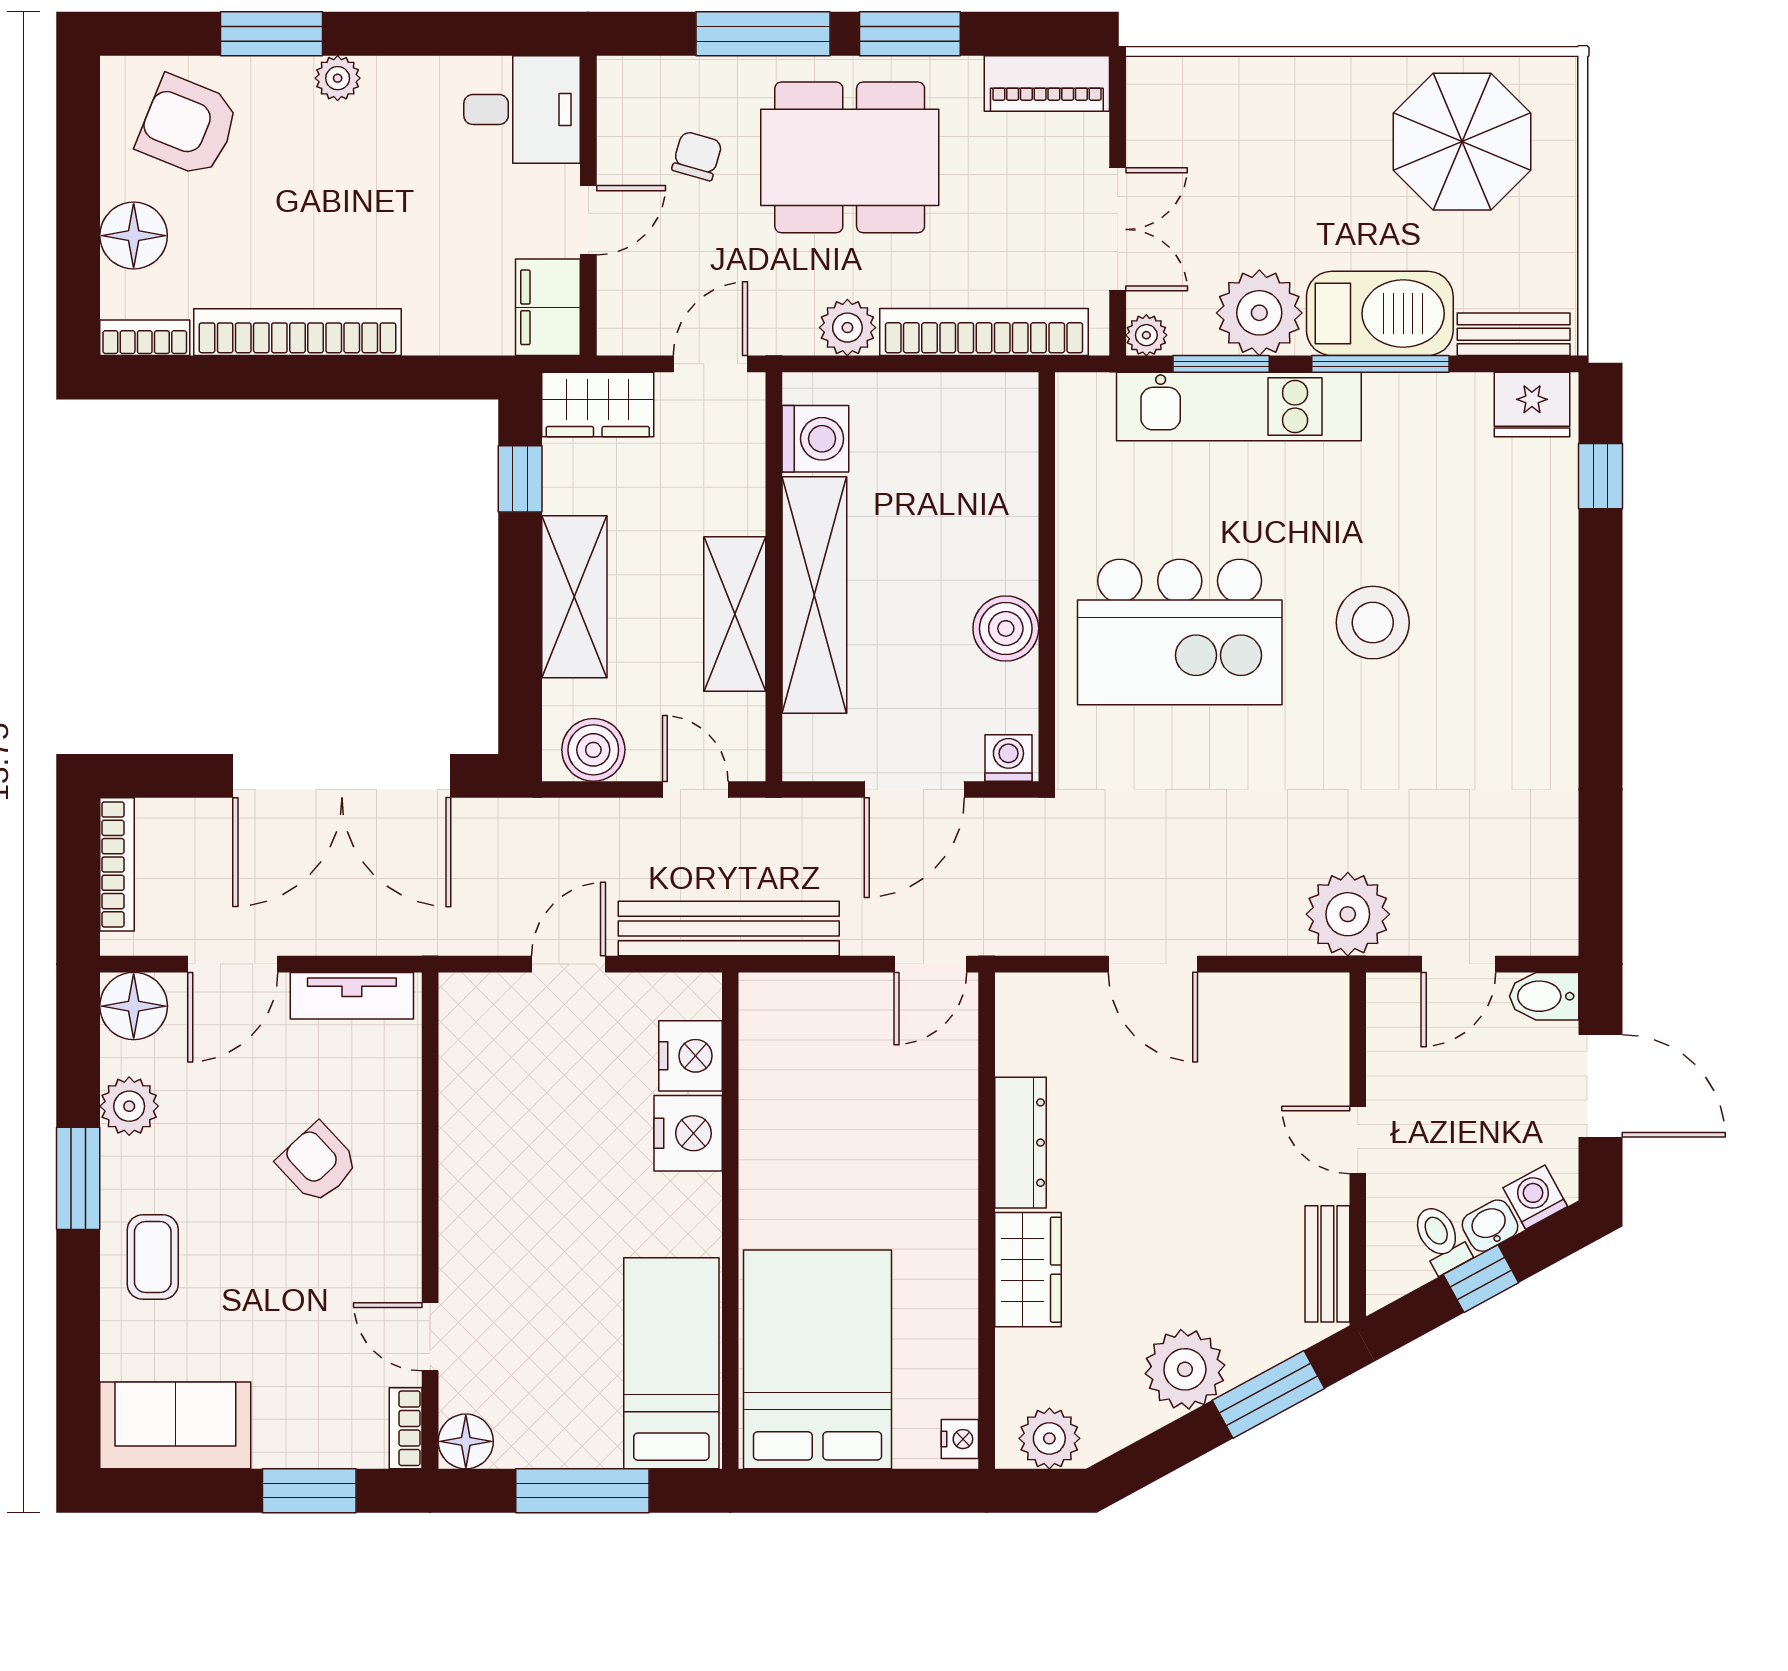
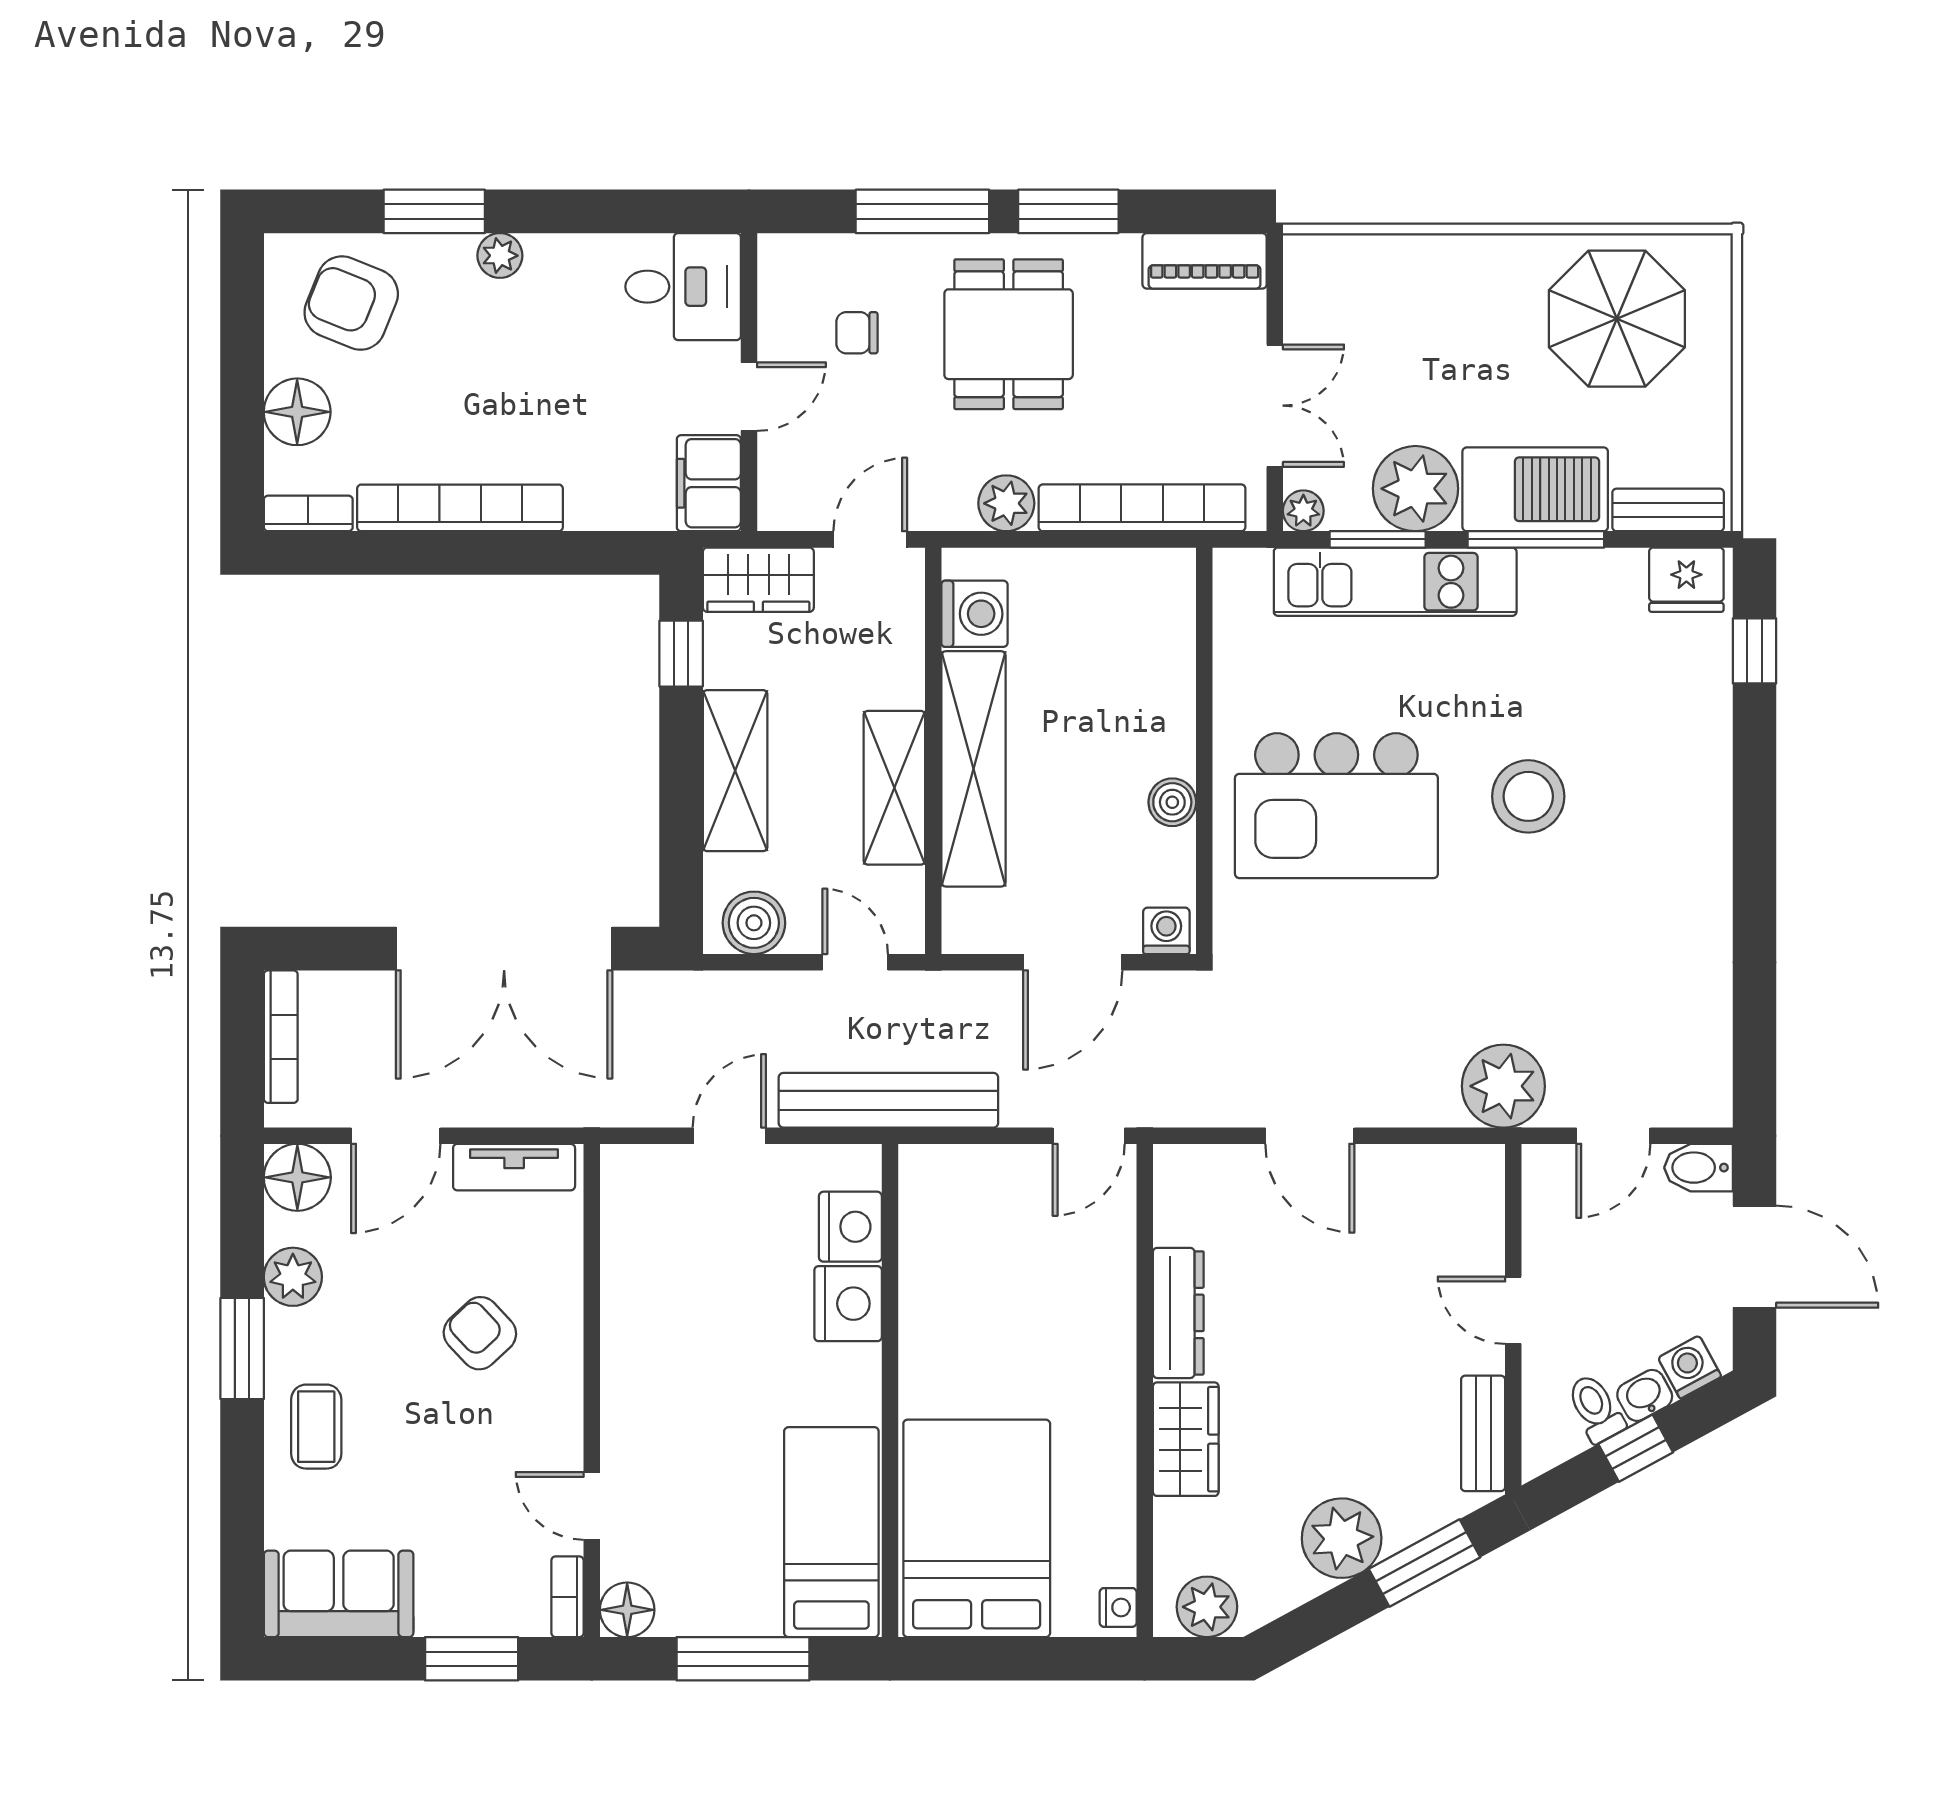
chair: (697, 156) -> (857, 333), turned -106
dining table: (850, 157) -> (1009, 334), width x0.73
boiler: (1006, 628) -> (1172, 802), width x0.73, depth x0.73

